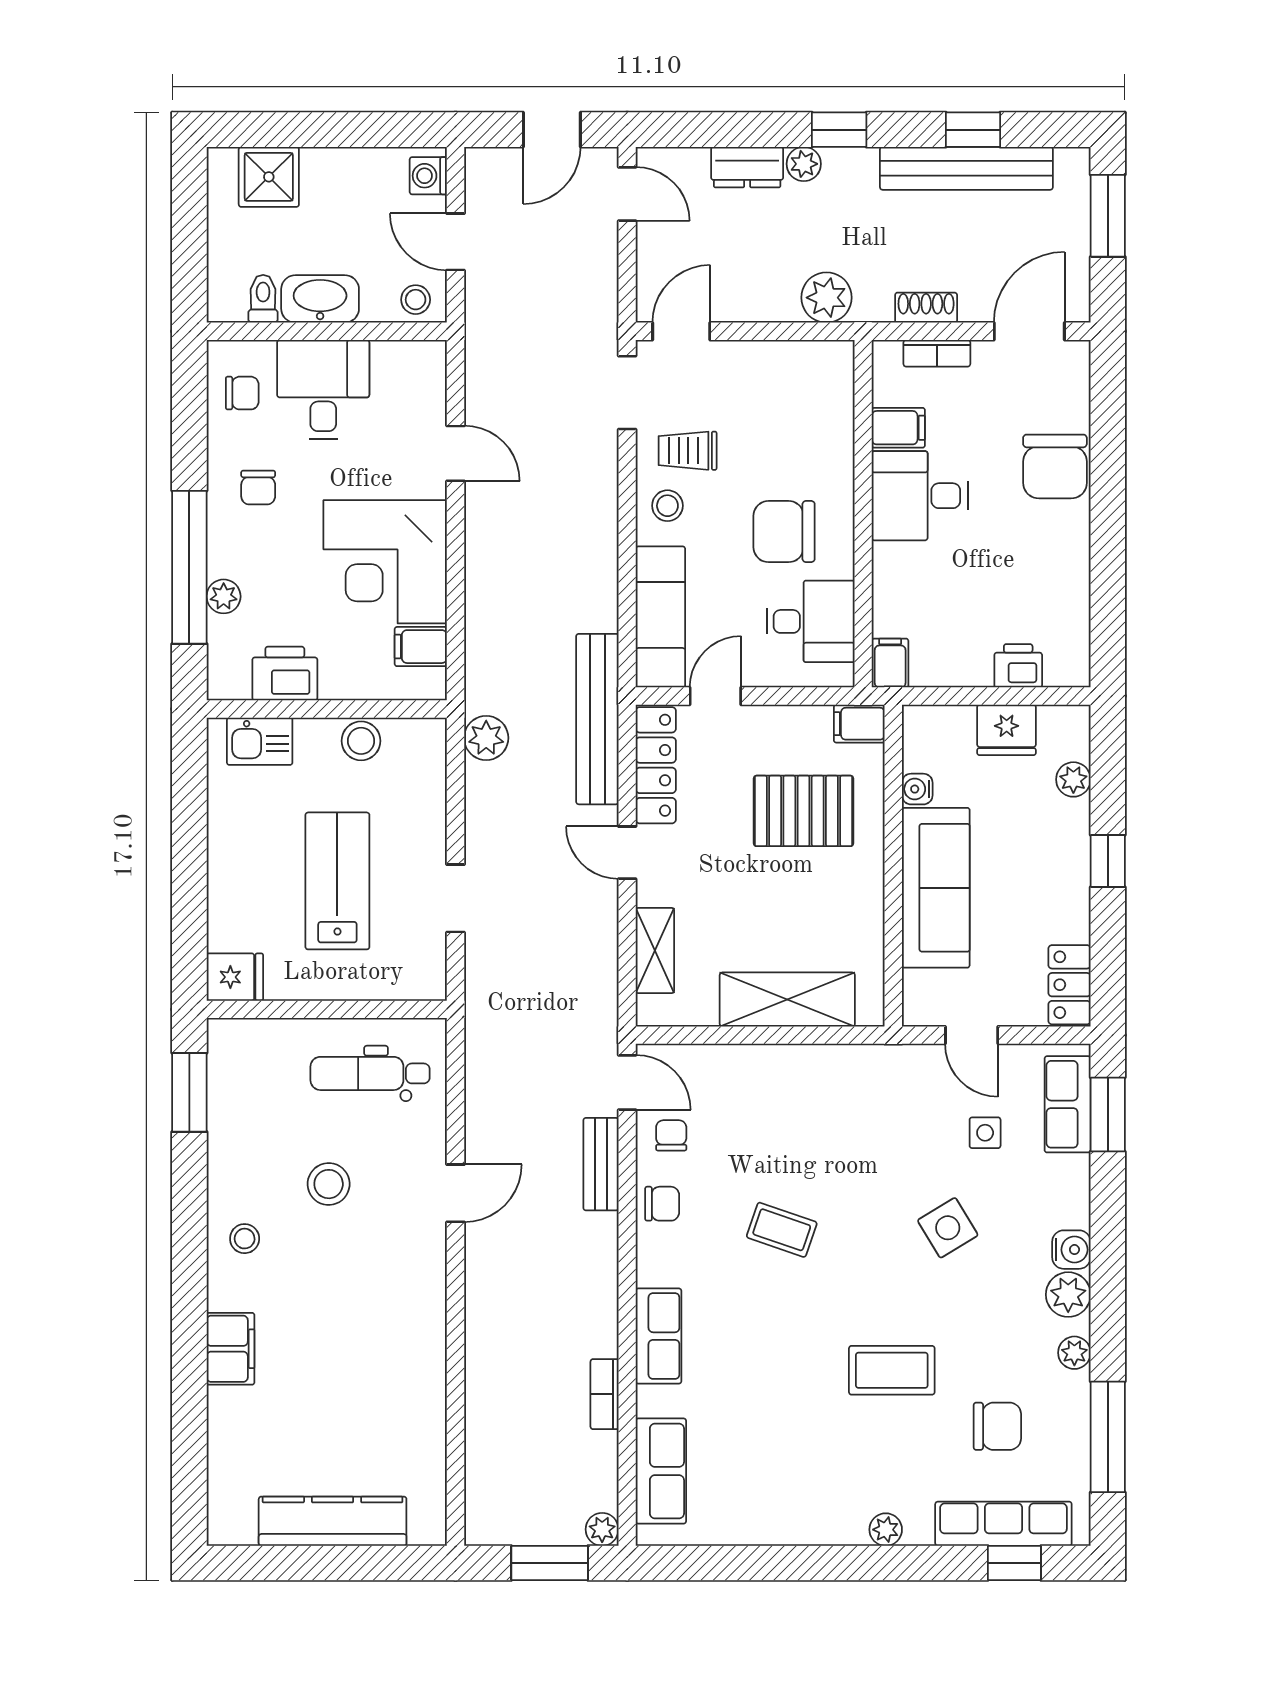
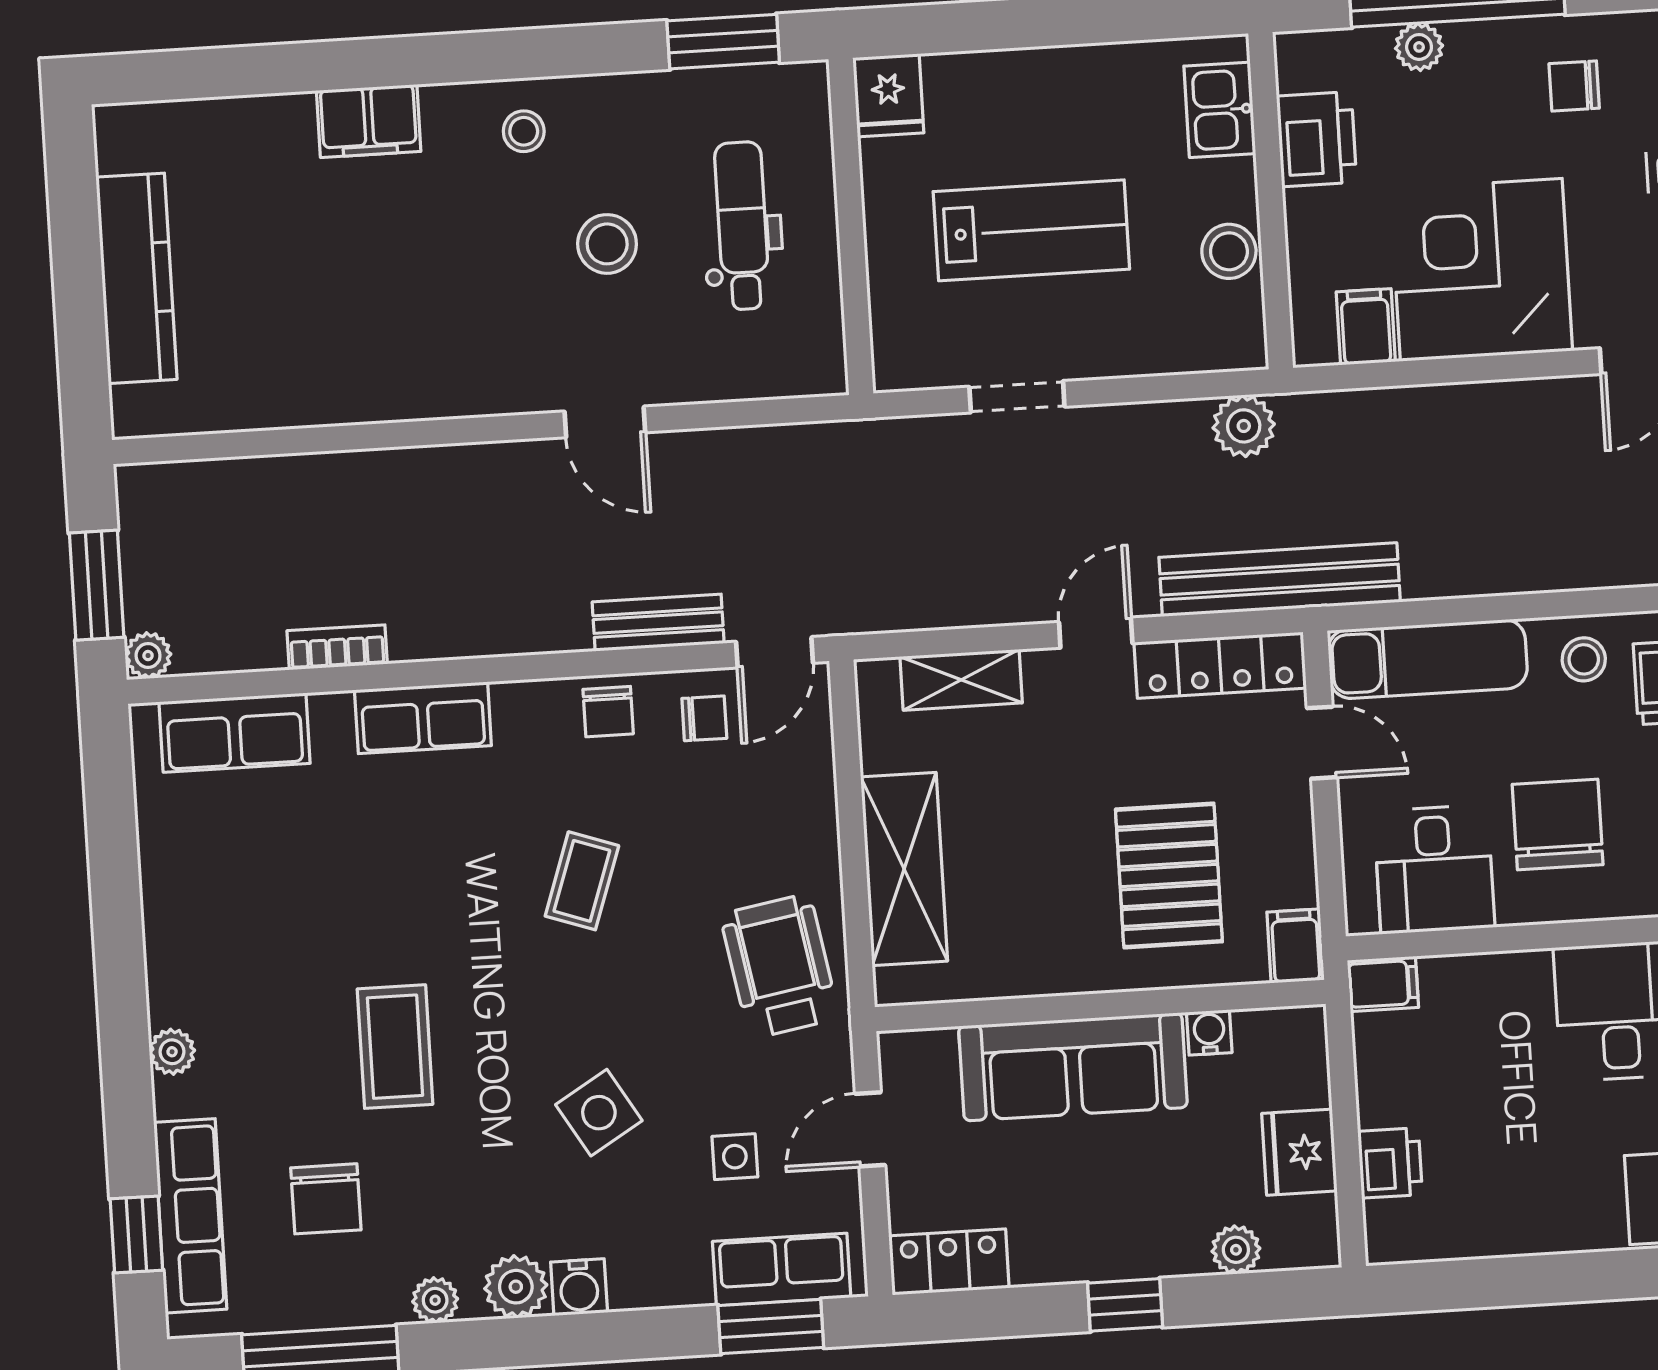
dental chair: (370, 1073) -> (742, 226), moved
wheelchair: (851, 1093) -> (780, 966), added

